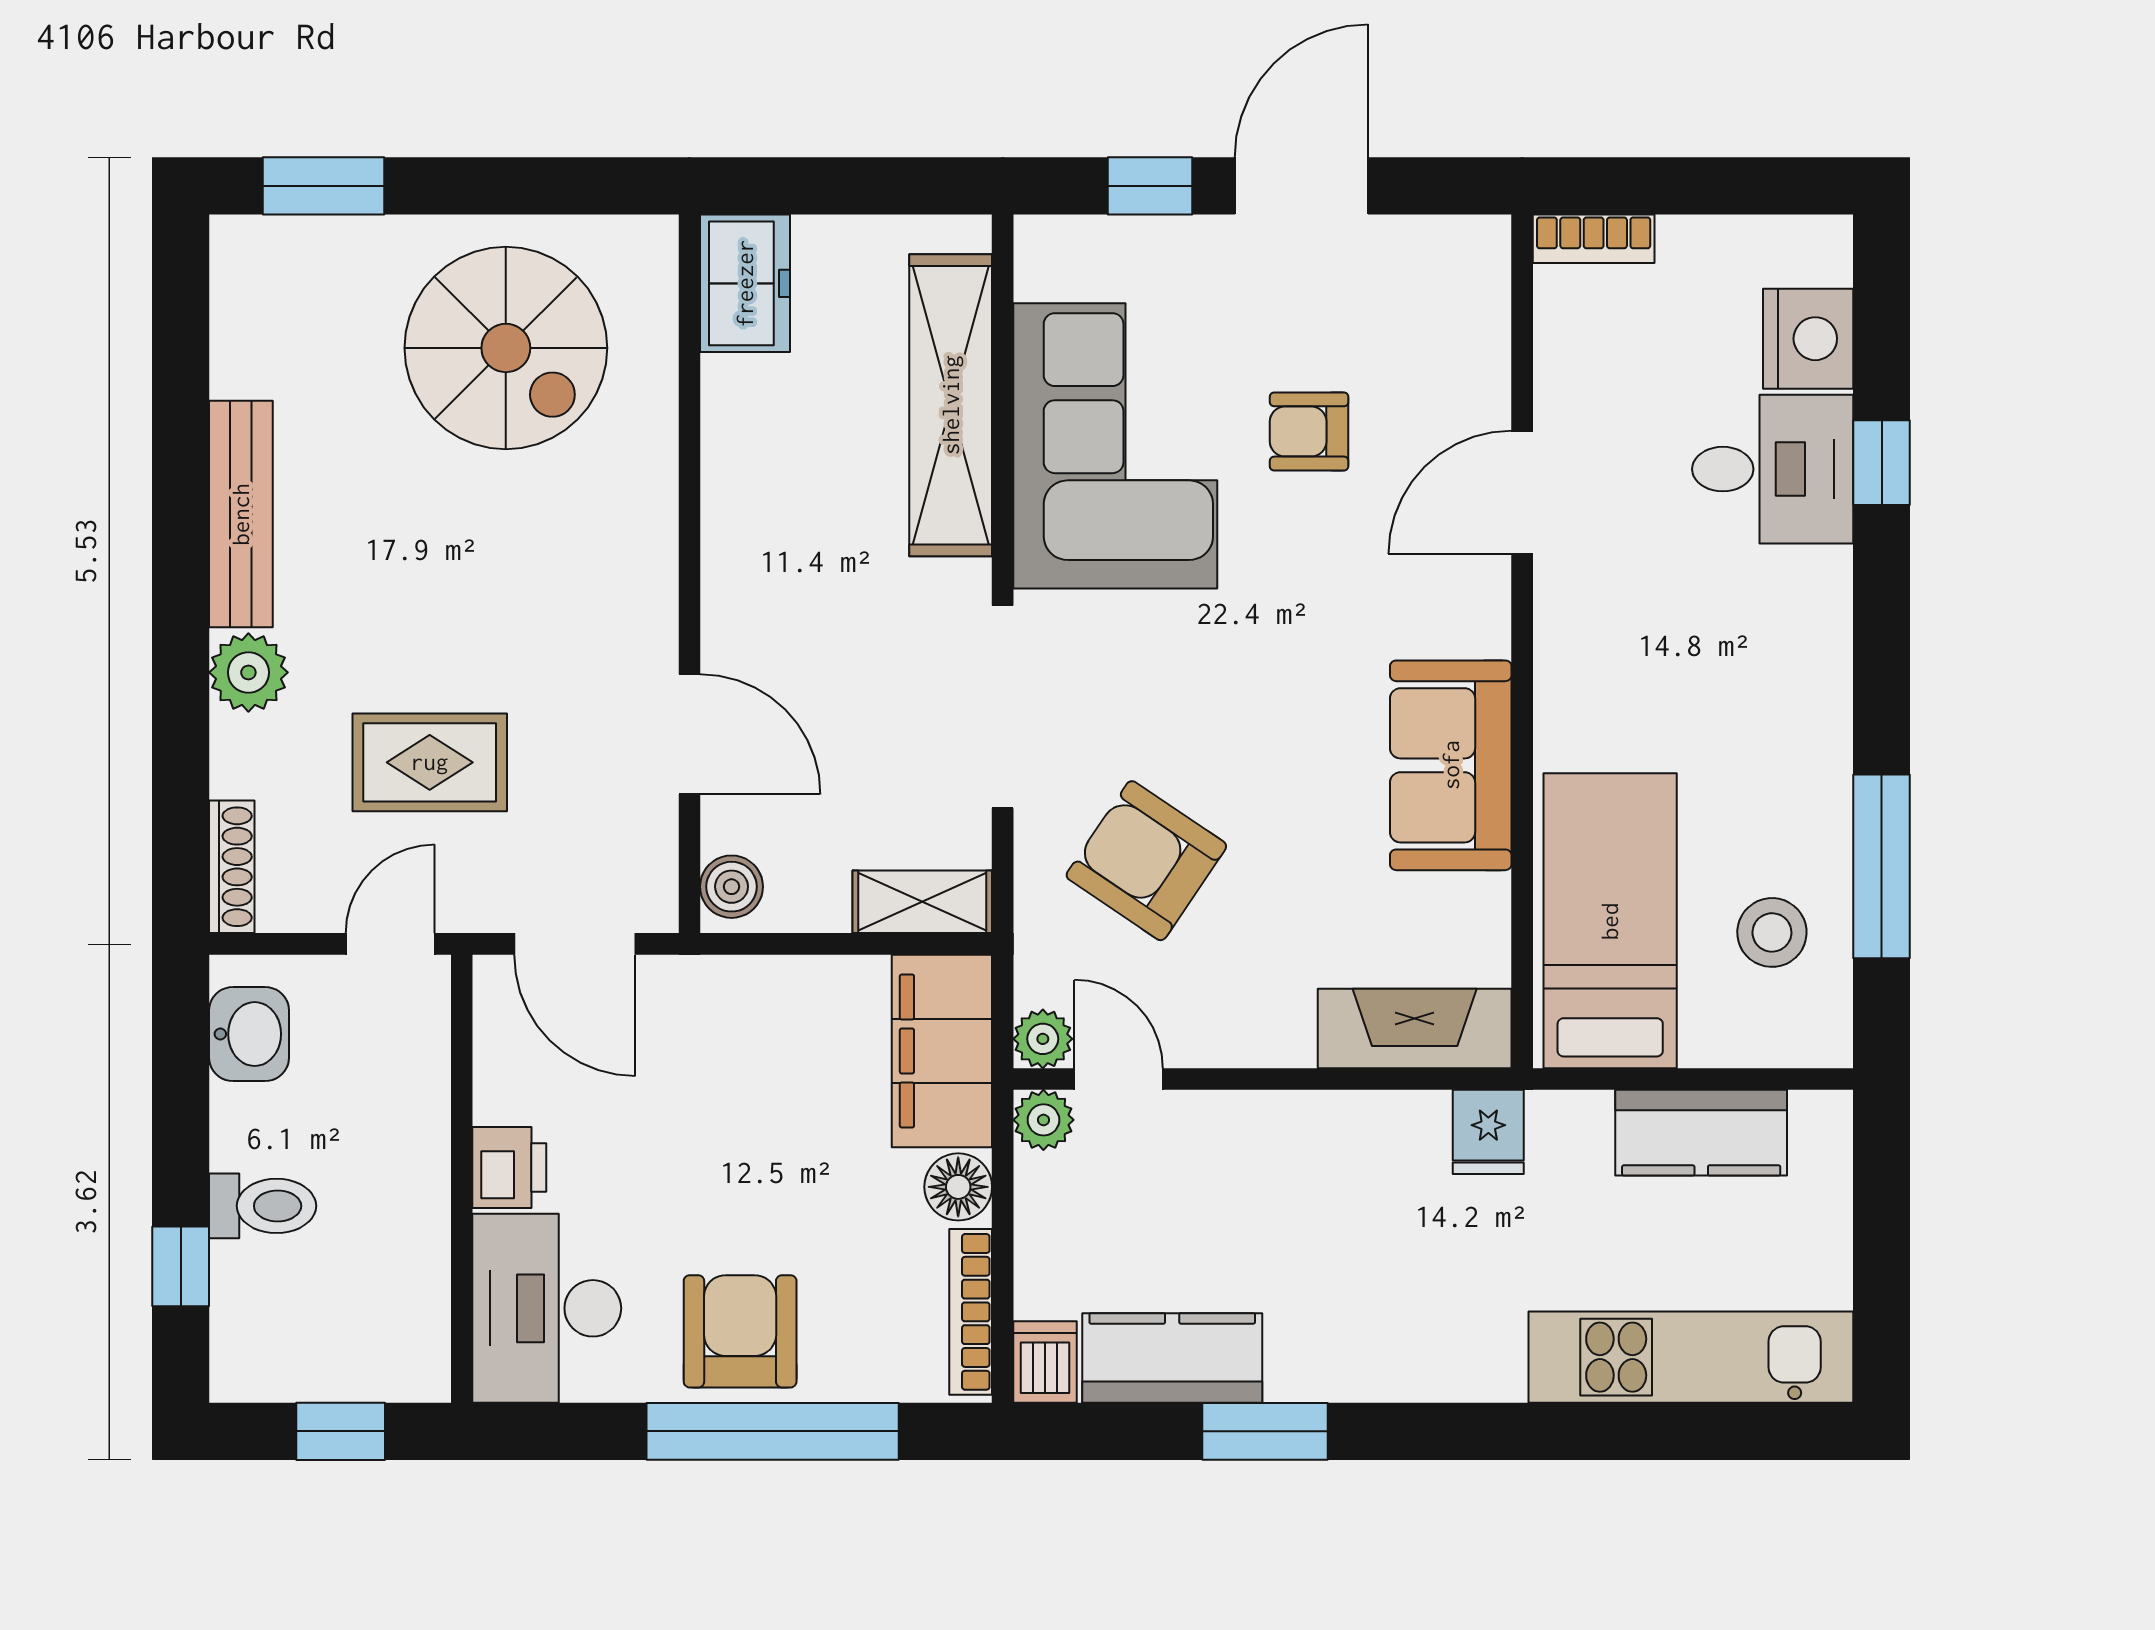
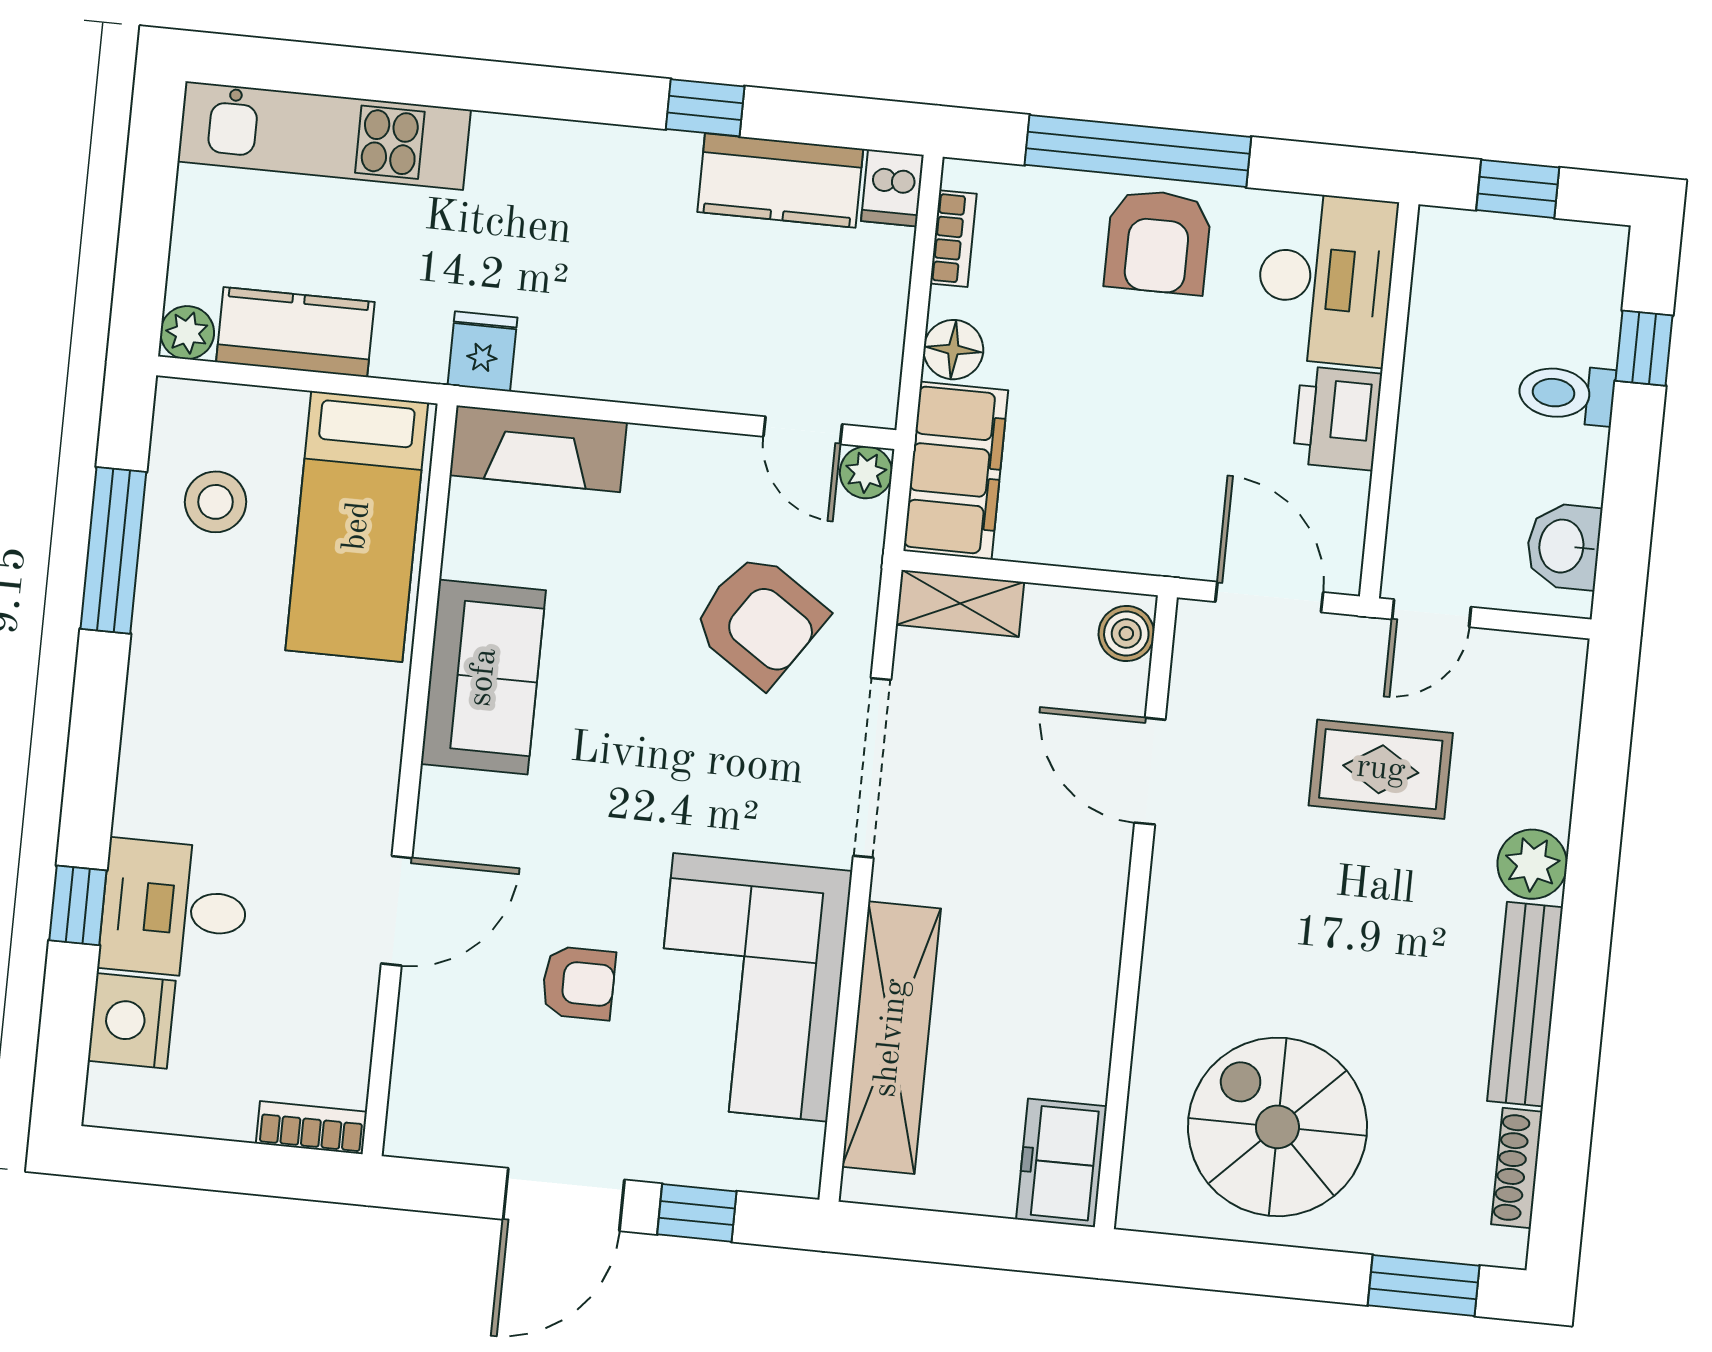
shoe rack: (232, 867) -> (1517, 1168), moved
plant: (1043, 1120) -> (187, 333), moved
printer: (509, 1167) -> (1337, 418), width x1.36, depth x1.24
bookcase: (971, 1312) -> (953, 239), width x0.64
window: (1265, 1431) -> (705, 108), width x0.67

